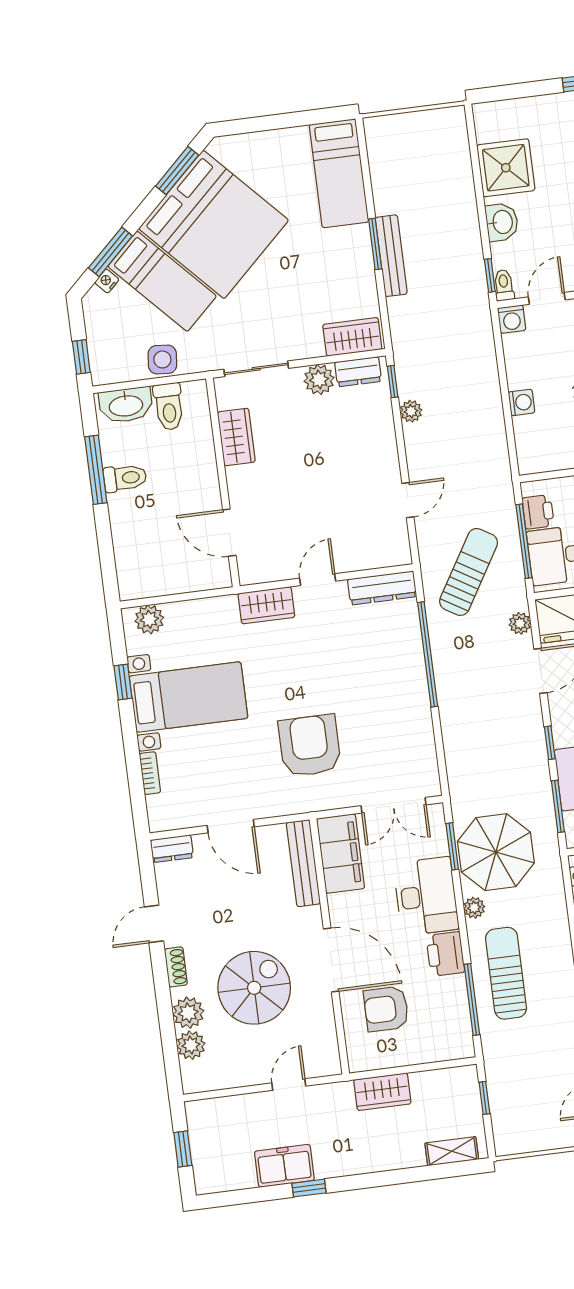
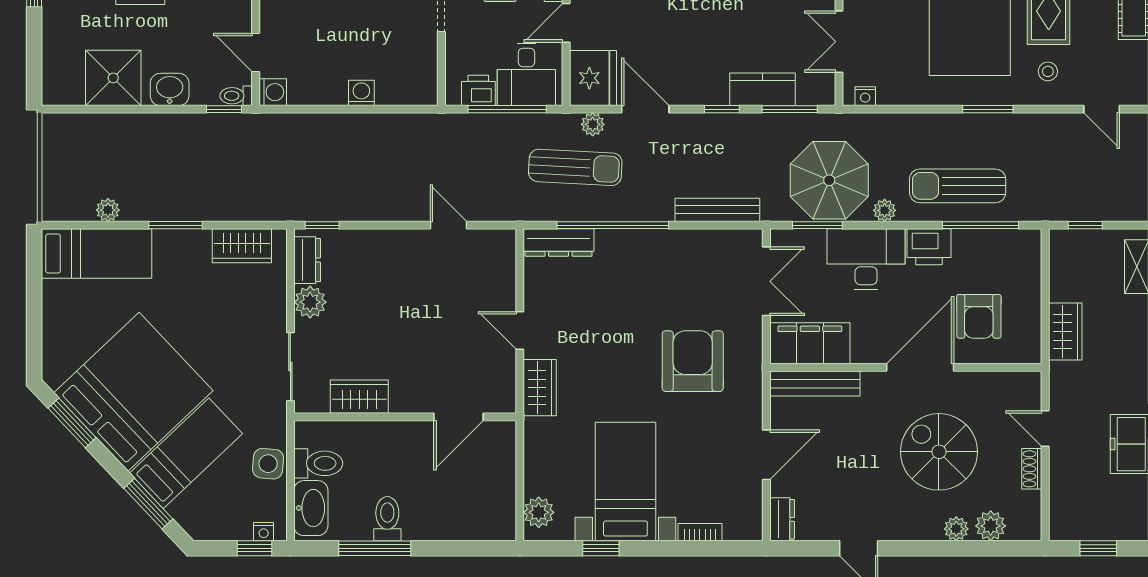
bench: (391, 256) -> (717, 210), moved
nightstand: (107, 281) -> (264, 532), moved, turned -47
wardrobe: (352, 337) -> (242, 246), moved, turned -90
plant: (411, 411) -> (108, 210), moved
sun lounger: (469, 572) -> (575, 167), moved, turned 152
dresser: (382, 588) -> (559, 243), moved, turned 90
armchair: (310, 746) -> (693, 361), turned 90
shoe rack: (176, 967) -> (1032, 469), moved, turned -90
plant: (188, 1013) -> (956, 529), width x0.73, depth x0.73

